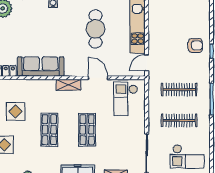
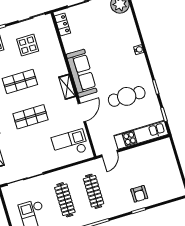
door: (147, 63) -> (110, 153), swing flipped
sofa: (41, 67) -> (82, 73), moved

